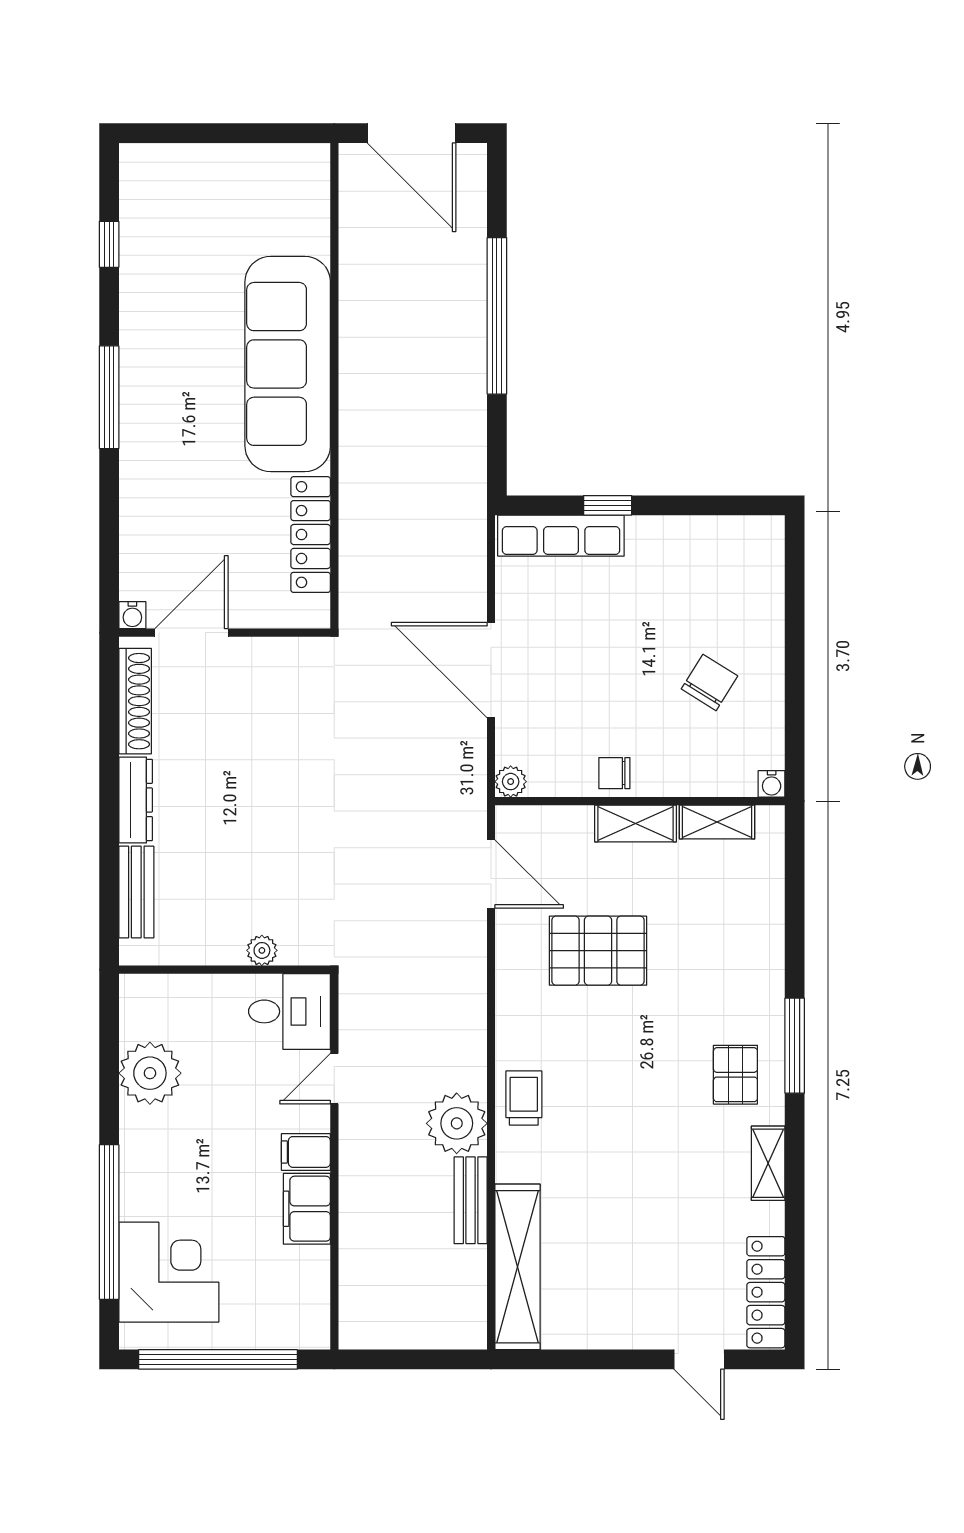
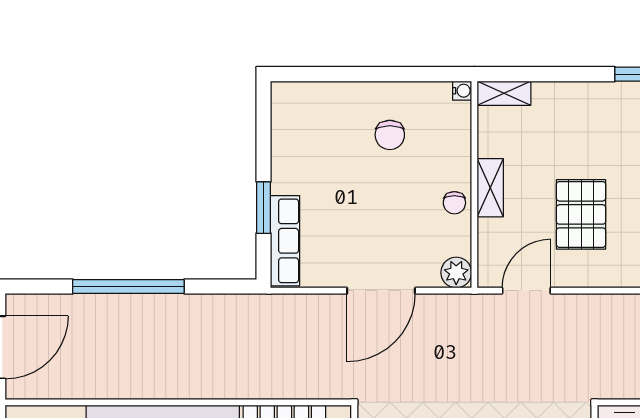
window: (608, 505) -> (264, 208), width x1.50
chair: (710, 682) -> (390, 135), turned -122
plant: (511, 782) -> (456, 273), width x1.38, depth x1.38
shelving: (717, 822) -> (504, 93), moved, turned 90

